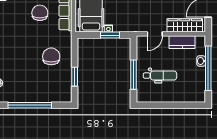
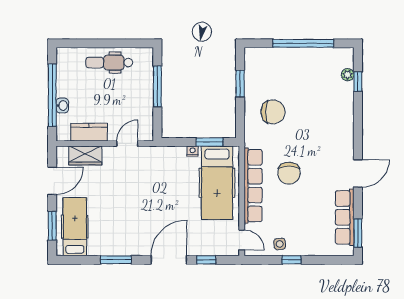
wardrobe: (185, 25) -> (85, 155), width x0.67
window: (110, 35) -> (210, 142), moved
chair: (51, 56) -> (273, 112), turned -90
dental chair: (160, 76) -> (109, 63), moved

